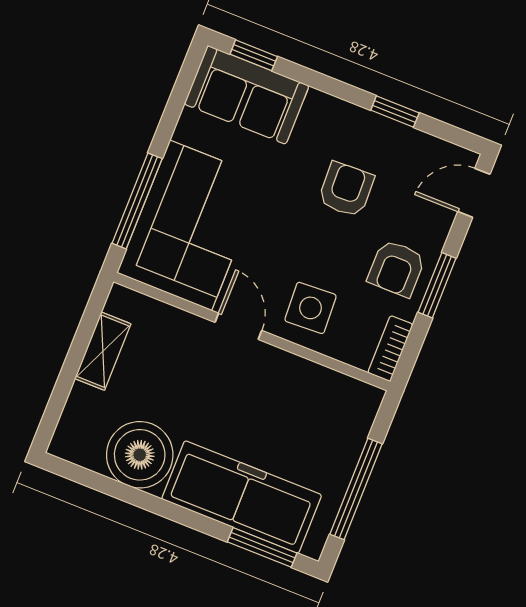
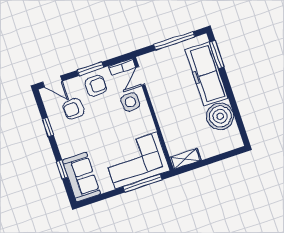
window: (254, 55) -> (62, 169), moved
armchair: (346, 189) -> (74, 109), moved
door: (238, 326) -> (140, 76), moved
shelving: (103, 351) -> (185, 159), moved

